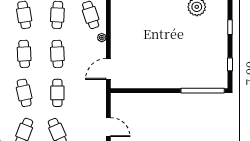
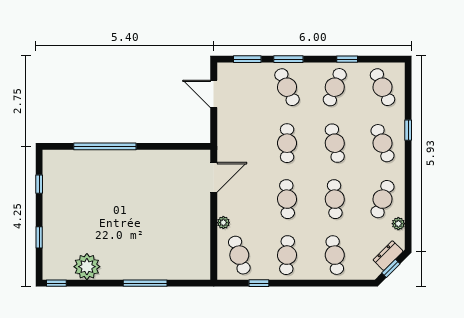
window: (203, 91) -> (105, 146), moved

